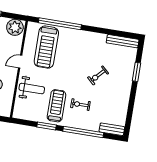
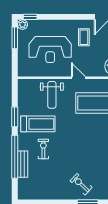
exercise bike: (98, 75) -> (81, 184), moved
bench: (112, 129) -> (23, 164), moved

